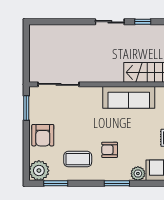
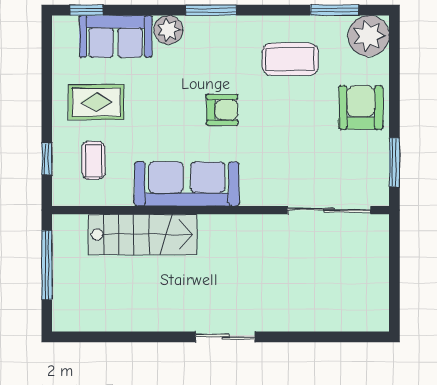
window: (143, 22) -> (159, 337), removed
armchair: (110, 150) -> (222, 110), moved

